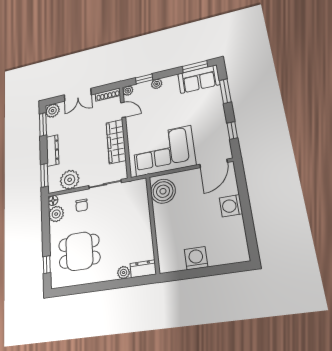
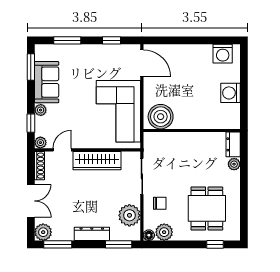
sofa: (199, 79) -> (47, 82), moved
washing machine: (231, 206) -> (223, 54), moved

